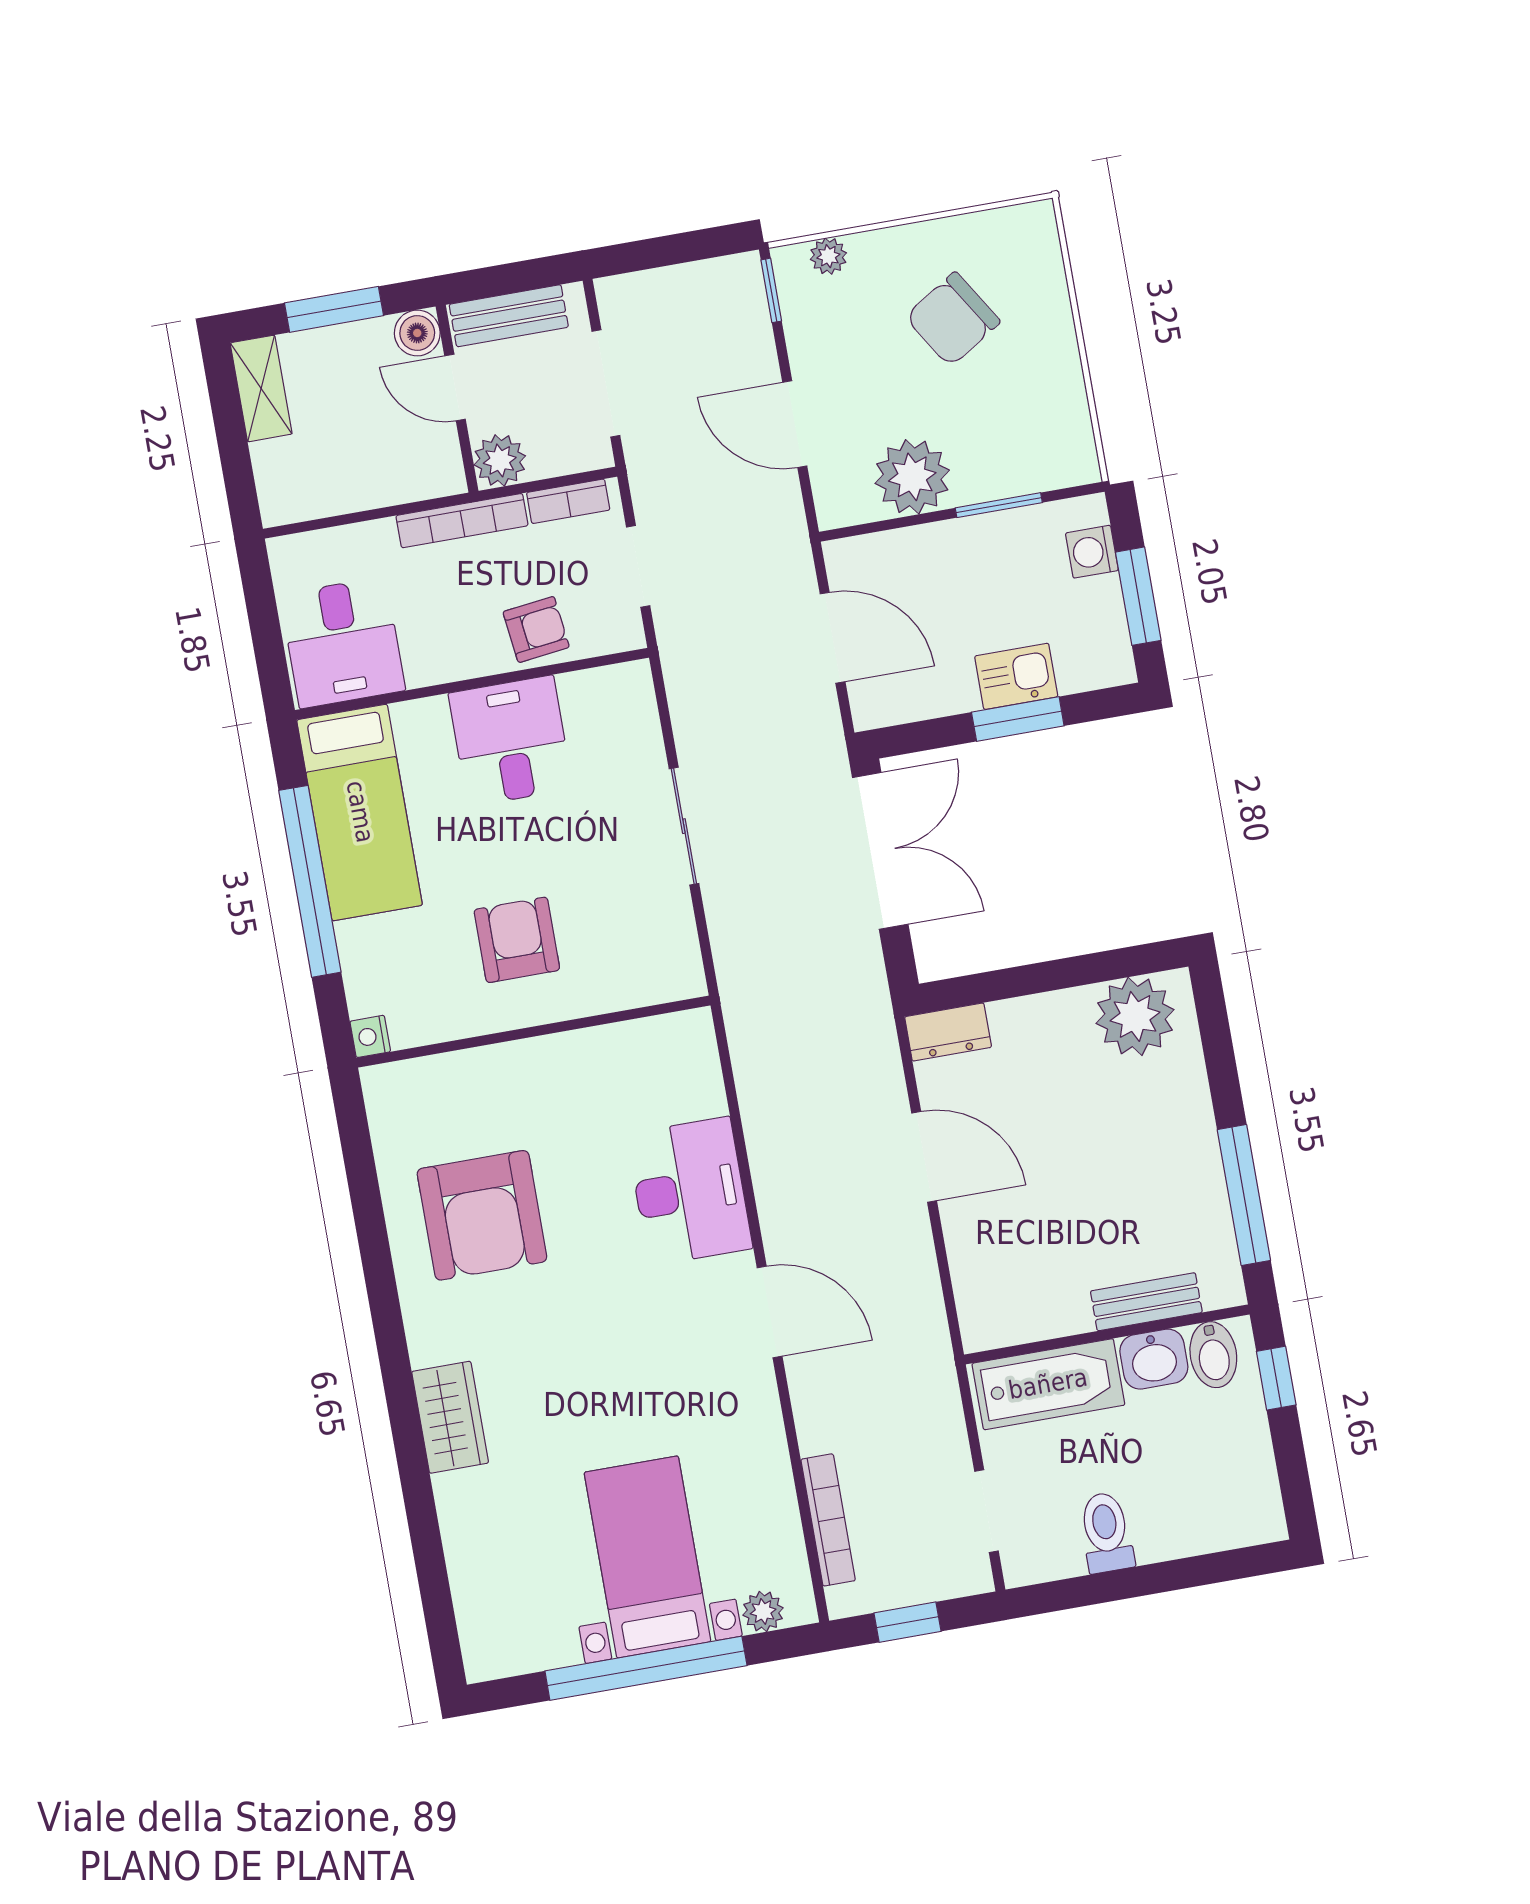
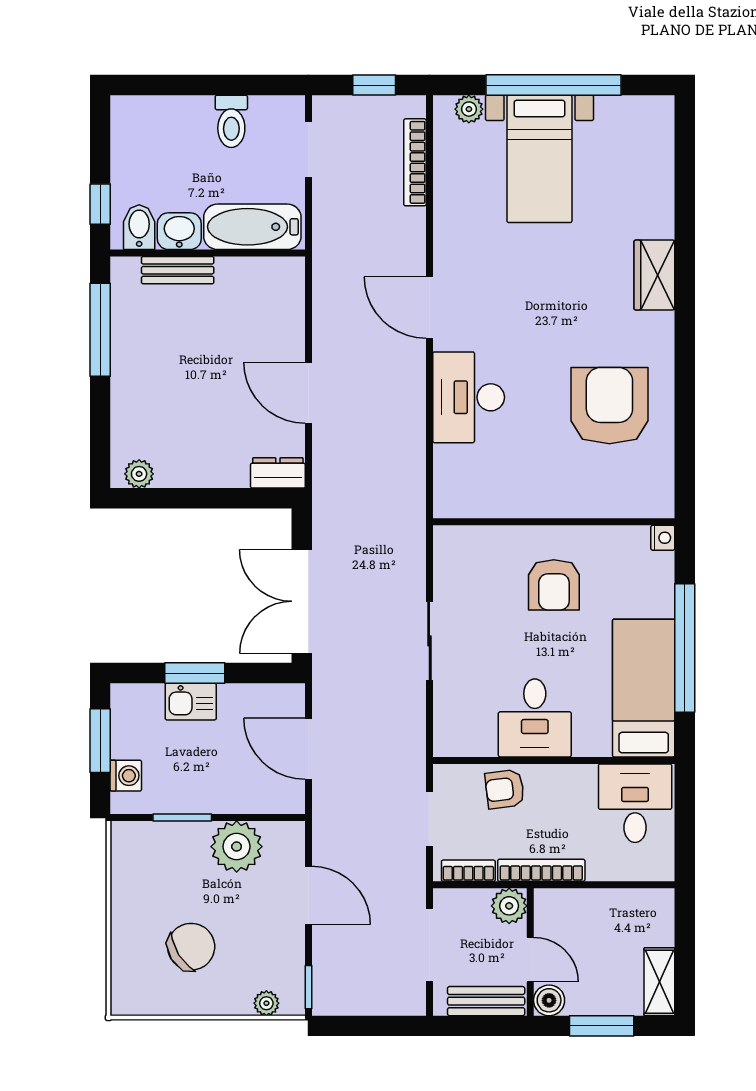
plant: (1135, 1016) -> (139, 474), width x0.53, depth x0.53

